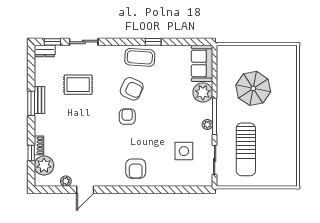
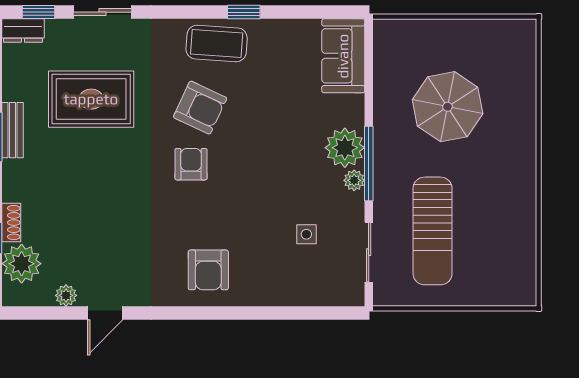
rug: (78, 85) -> (91, 99), width x1.36, depth x1.43
plant: (203, 92) -> (345, 148), moved
side table: (184, 151) -> (306, 234), width x0.54, depth x0.54

